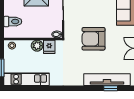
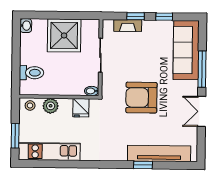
plant: (37, 46) -> (51, 106), moved
window: (111, 88) -> (143, 165), moved

